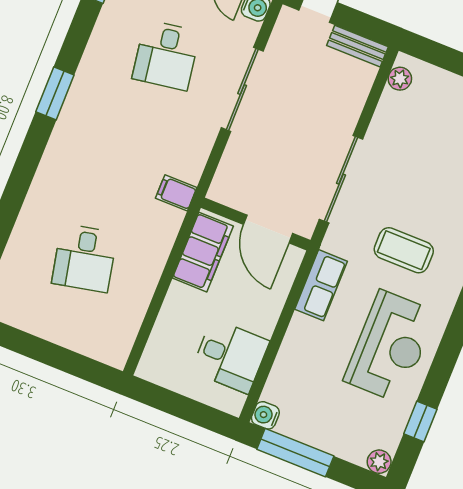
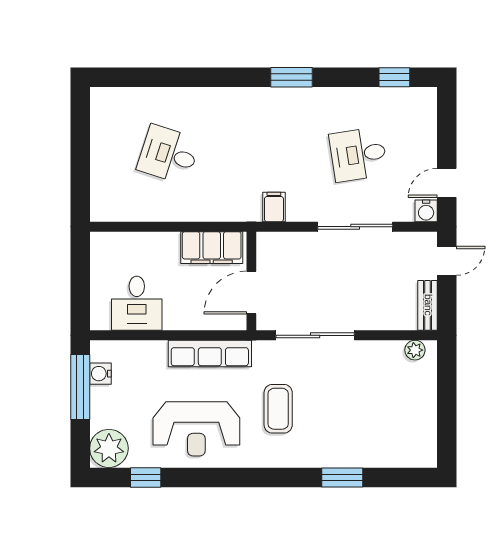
filing cabinet: (176, 193) -> (274, 207), moved
desk: (85, 258) -> (169, 154), turned 30
row of seats: (321, 285) -> (210, 353), width x1.48
water cooler: (265, 415) -> (100, 374), moved, turned -90
plant: (379, 462) -> (109, 448), width x1.88, depth x1.88

